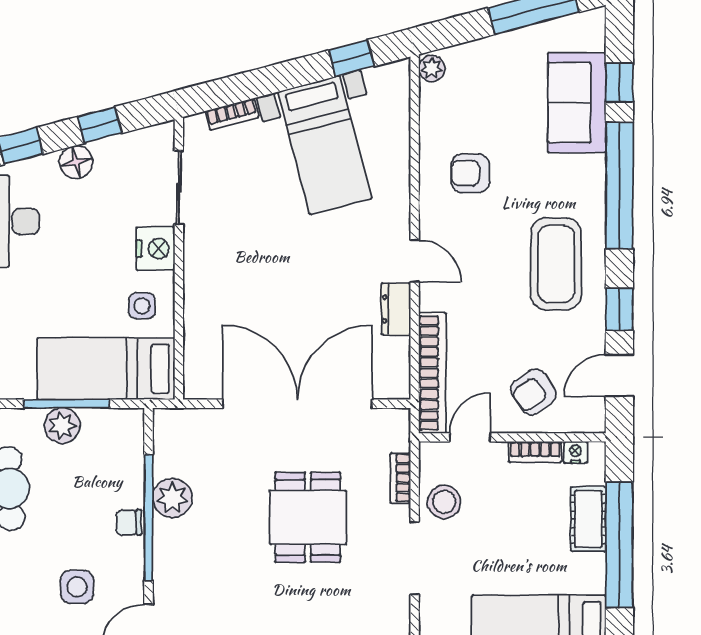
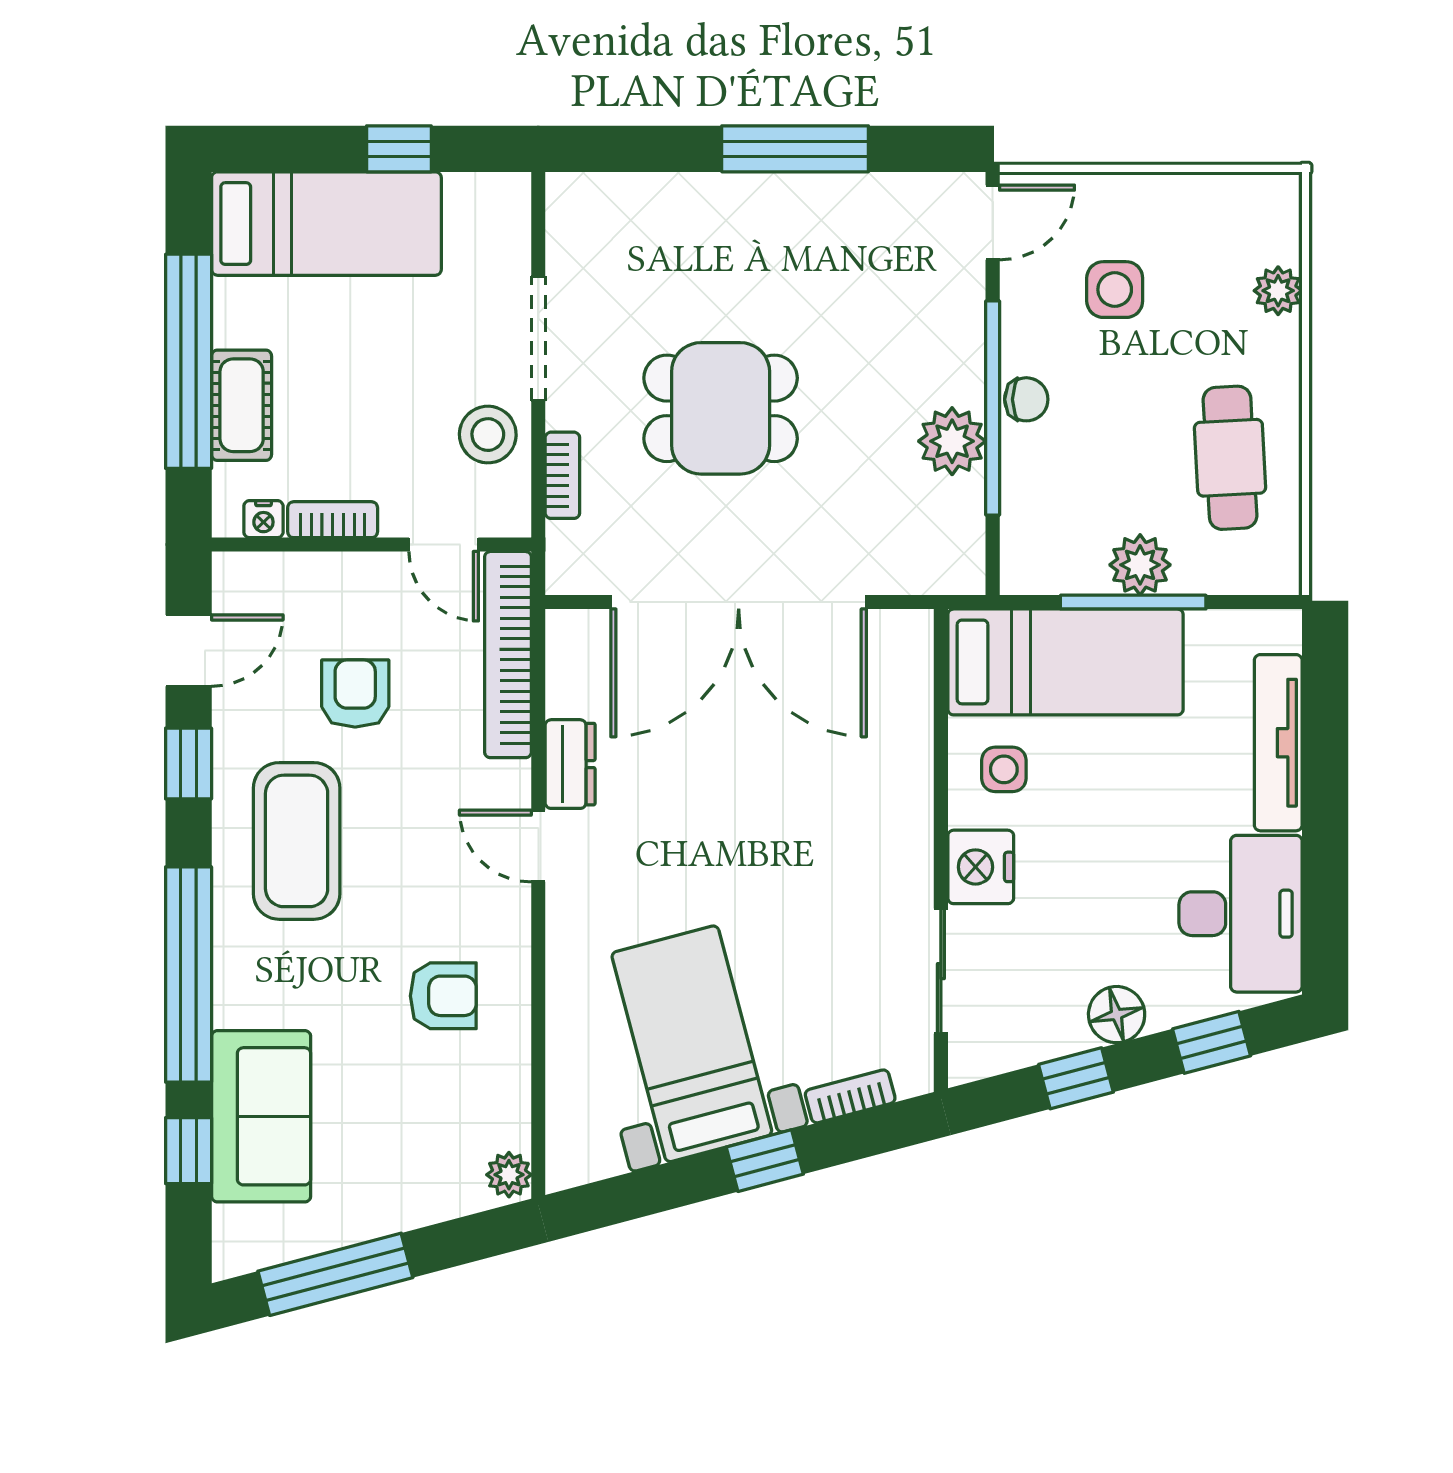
window: (351, 58) -> (765, 1161), moved
armchair: (533, 392) -> (355, 693), moved, turned -55
door: (470, 437) -> (444, 545), hinge flipped
dining table: (308, 517) -> (721, 408), turned 90

